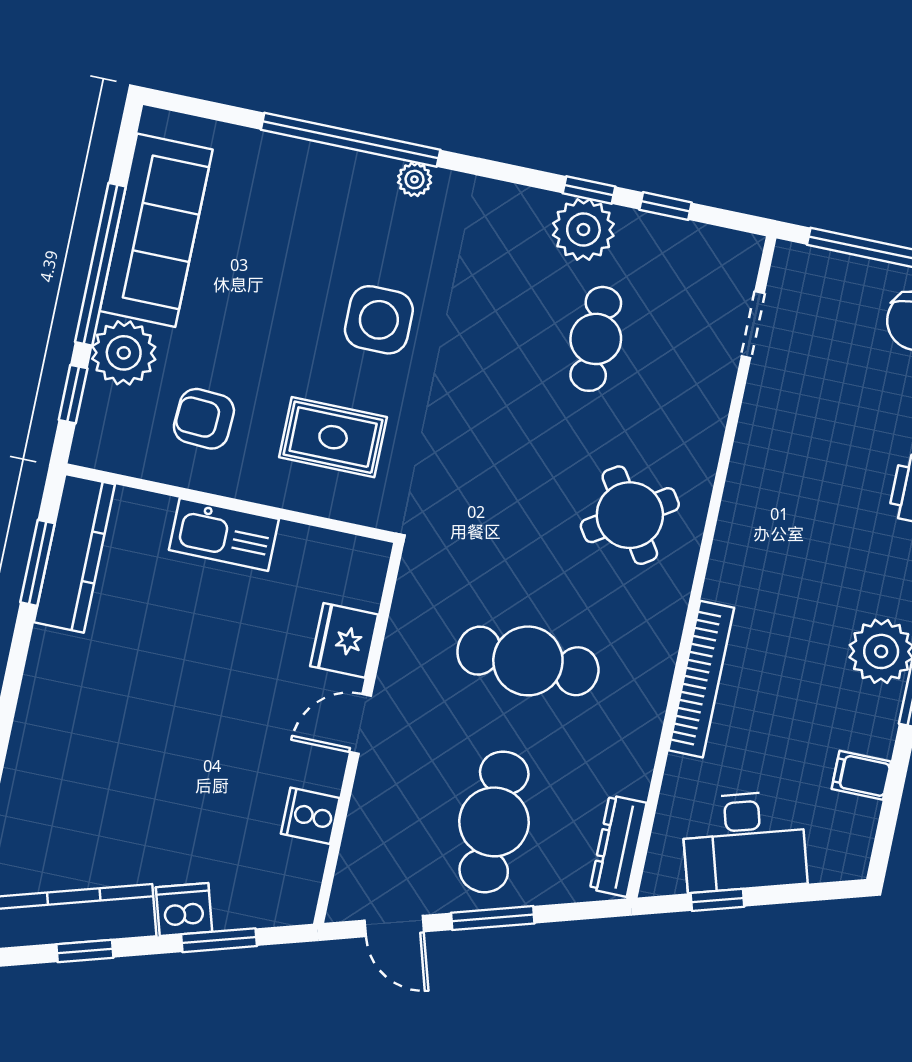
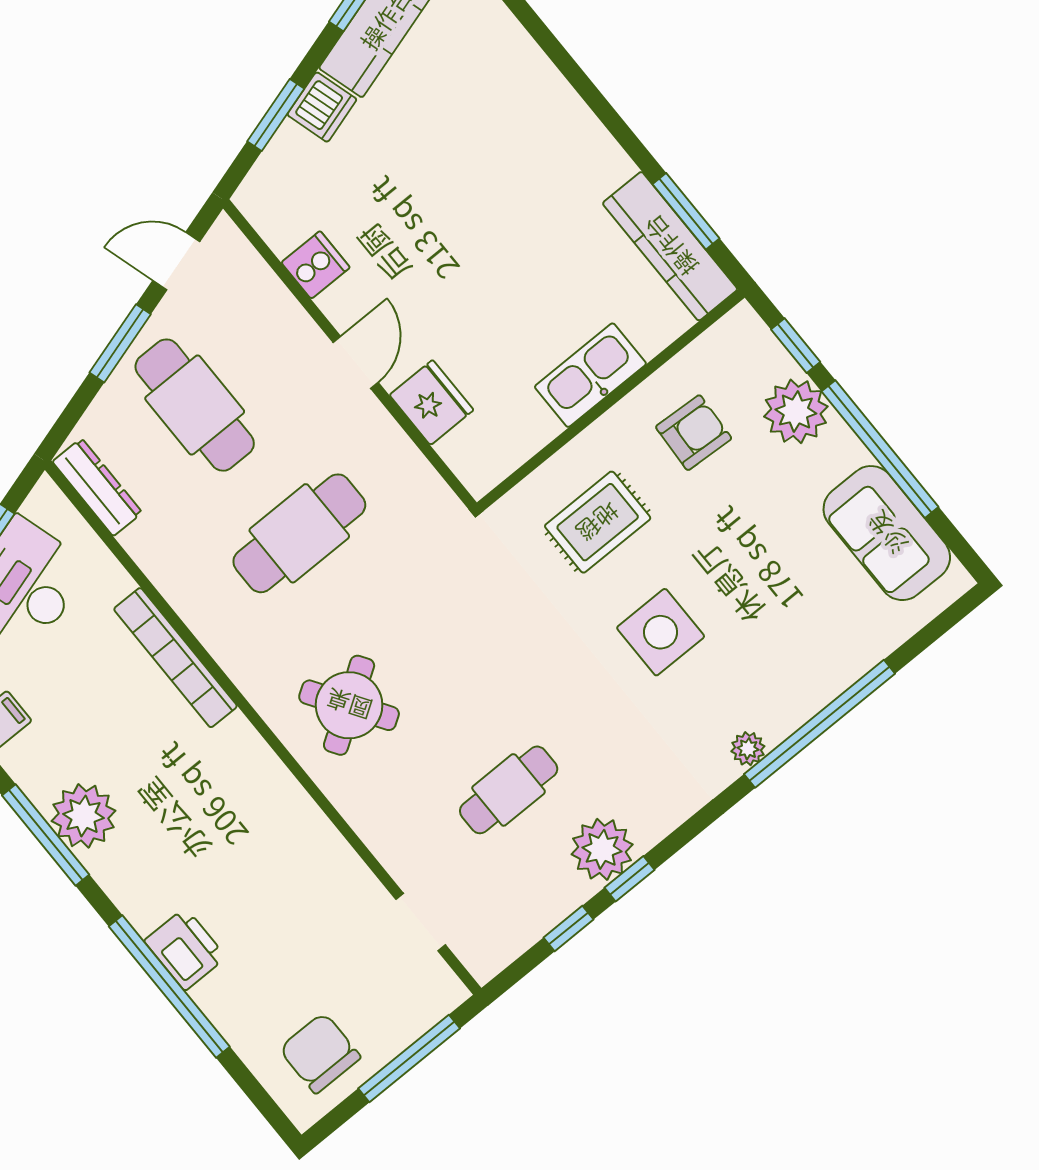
sofa: (156, 230) -> (887, 533), width x0.73
cafe table: (596, 339) -> (509, 790), turned 90

